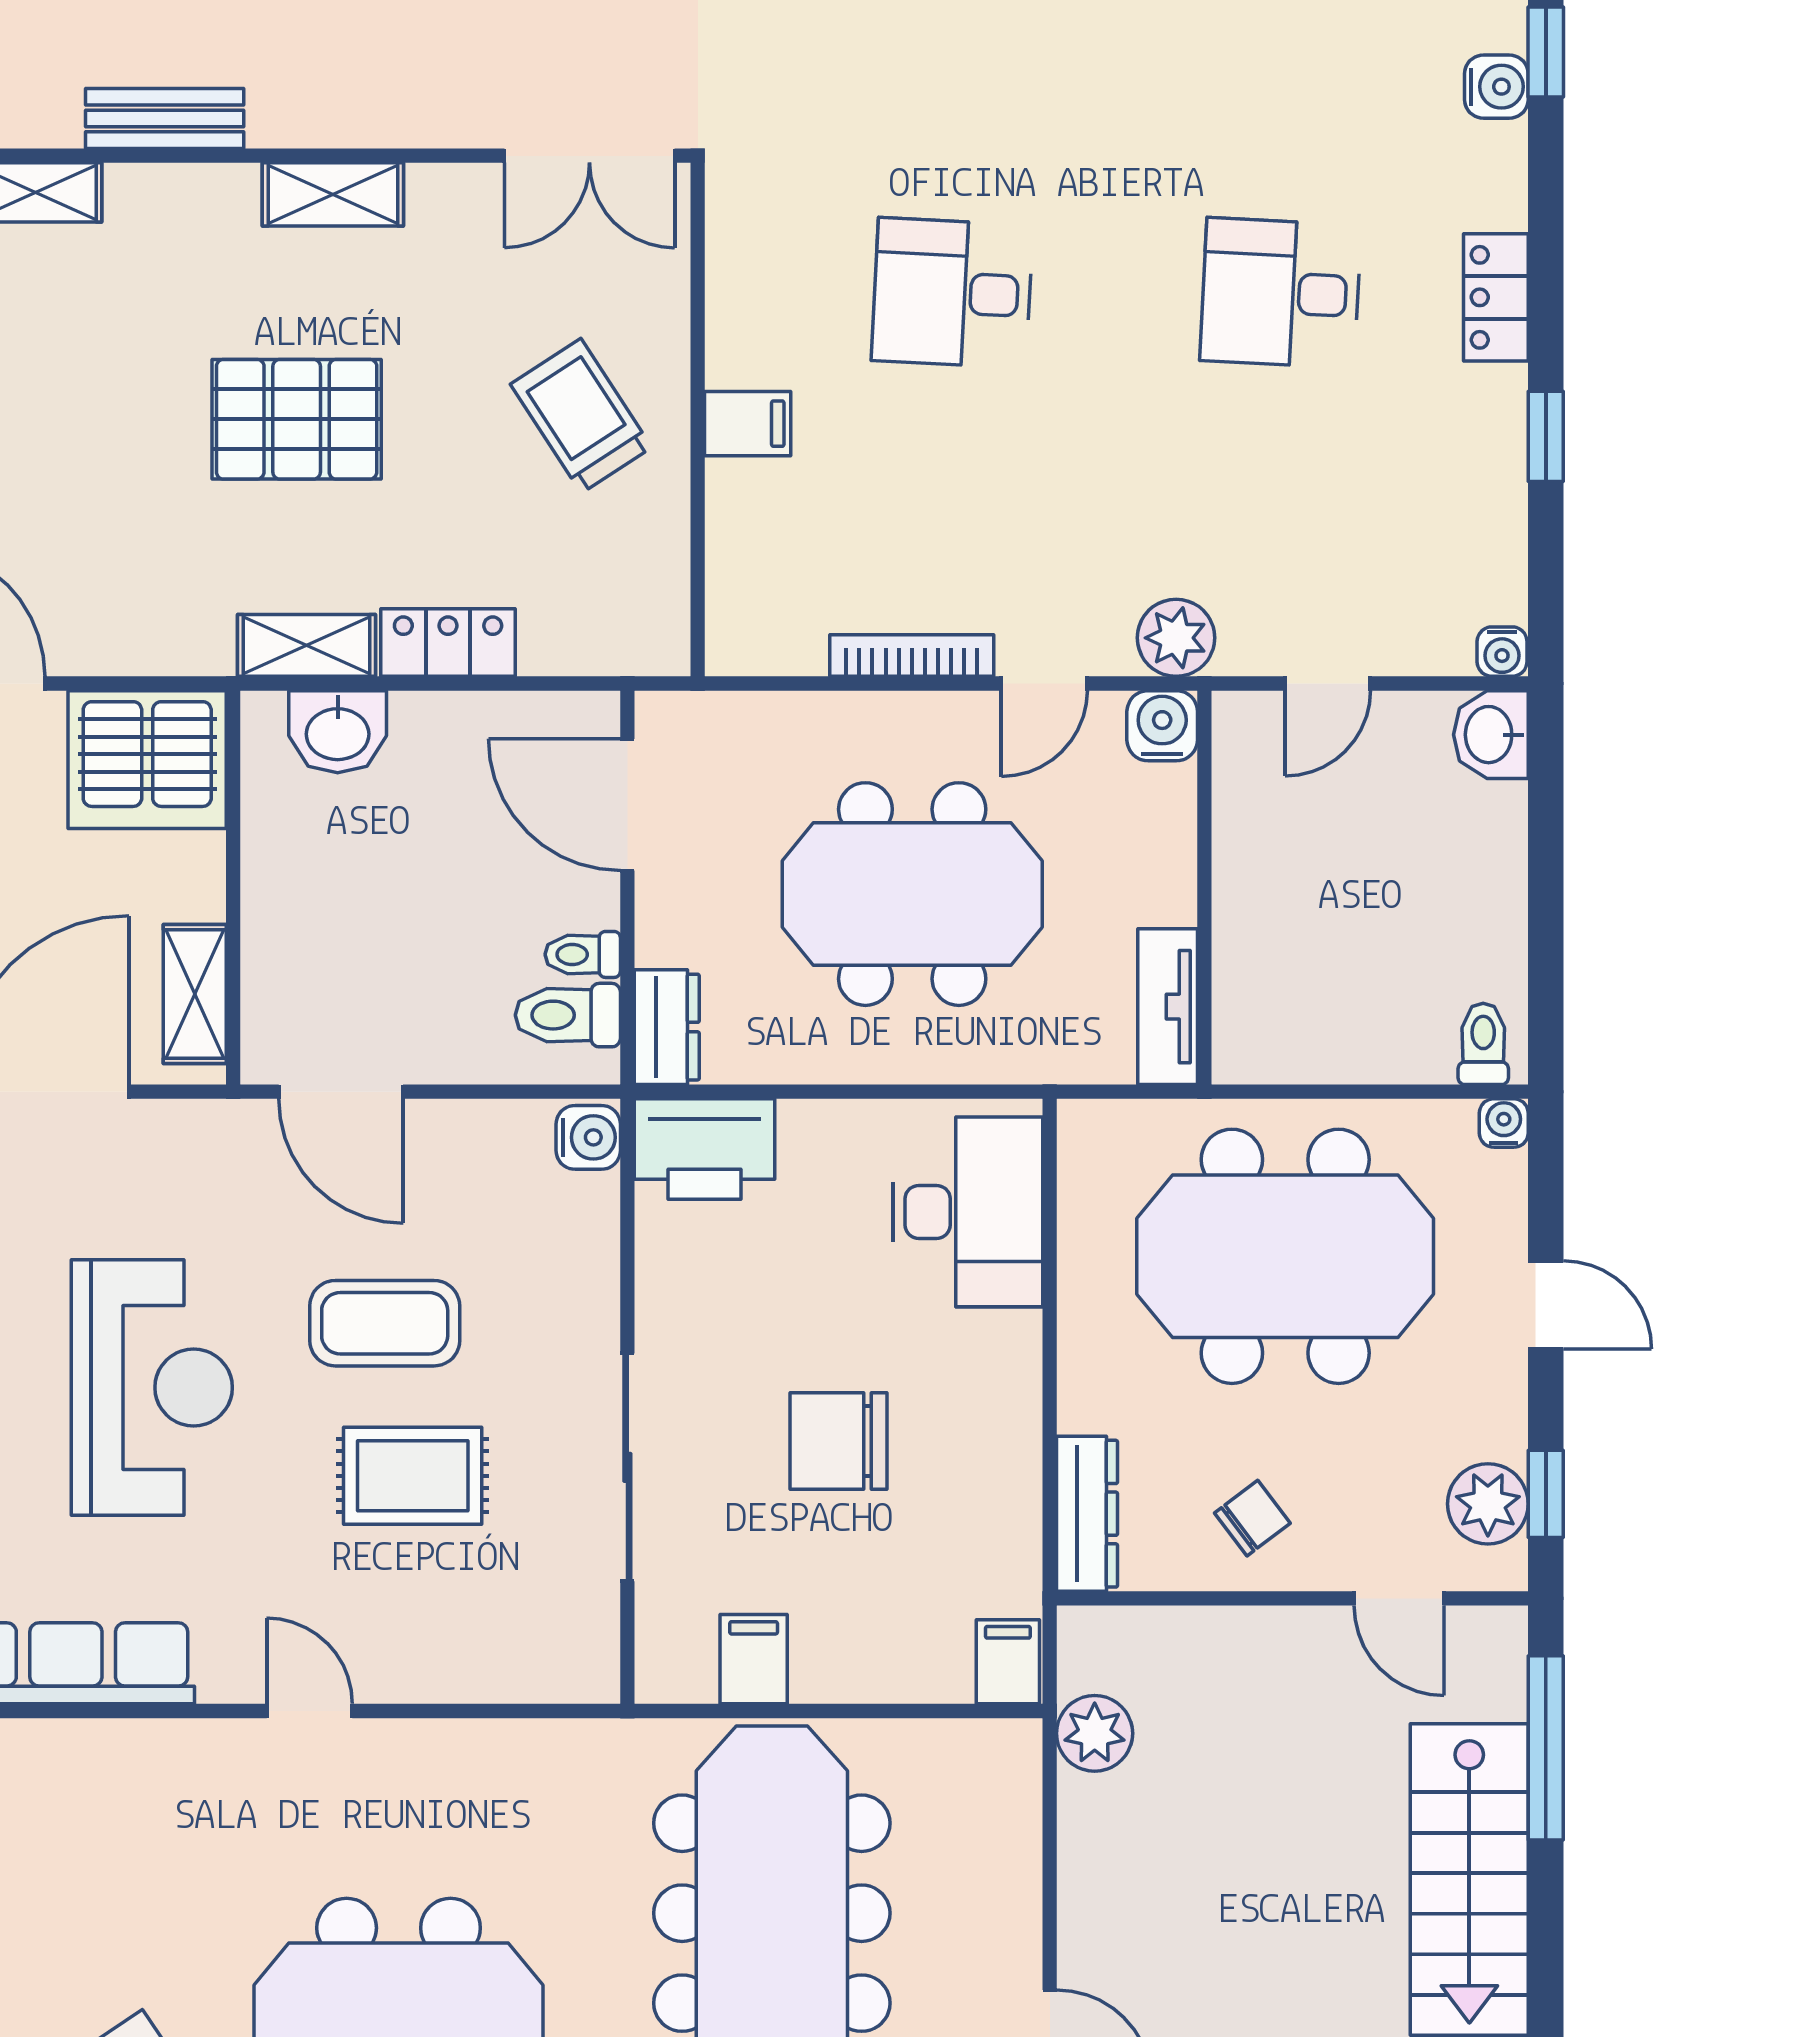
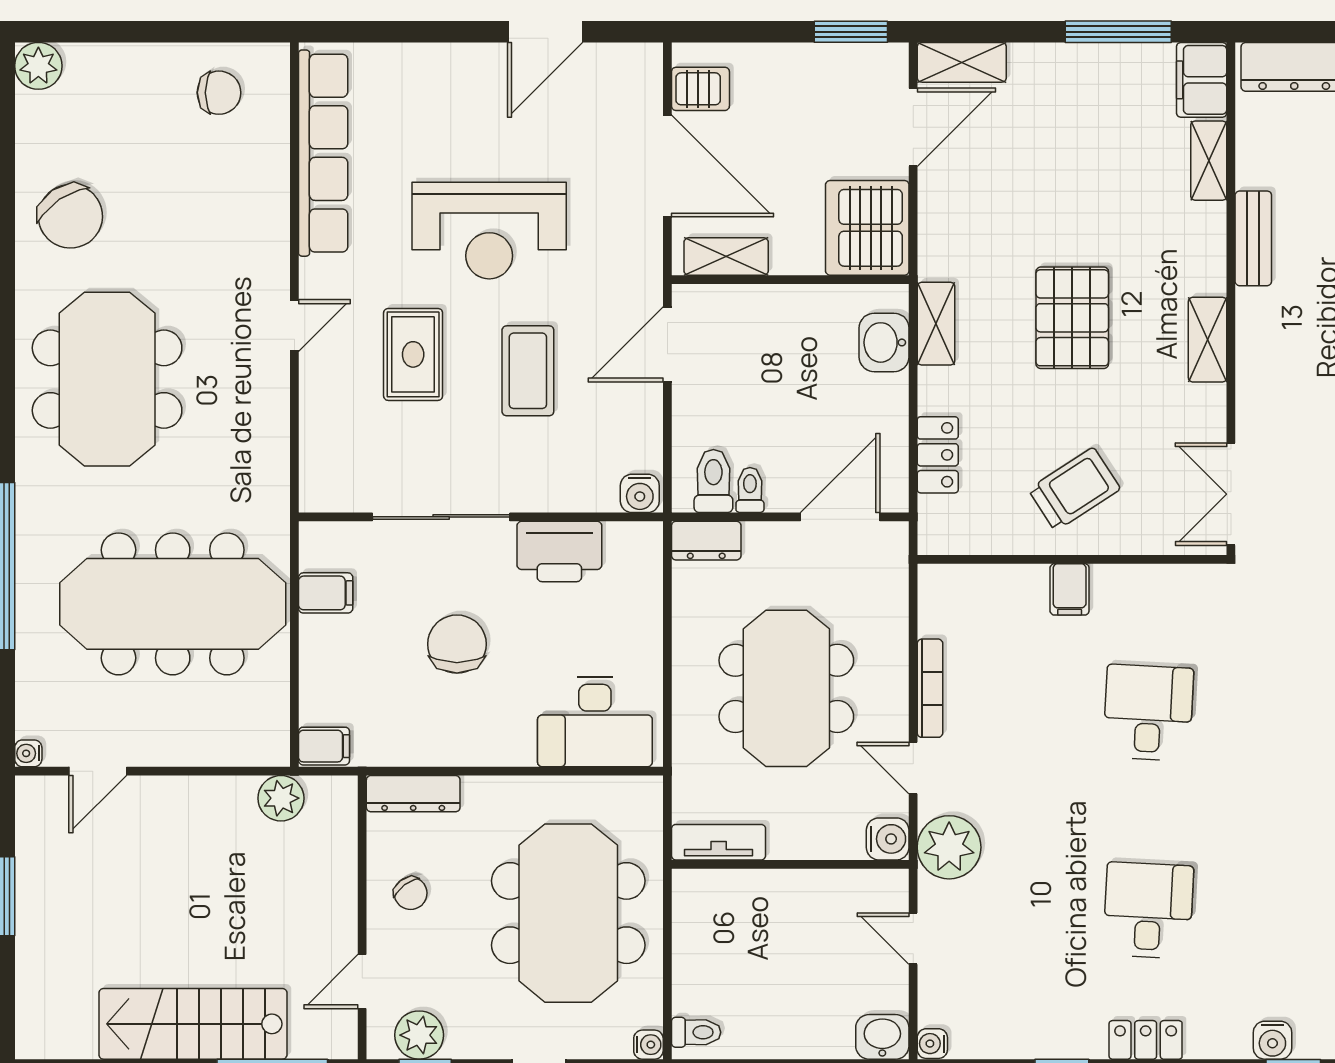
plant: (1176, 638) -> (949, 847), width x1.36, depth x1.36
locker: (448, 643) -> (938, 455), moved
printer: (704, 1149) -> (559, 551), moved, turned -90
rug: (413, 1476) -> (413, 354), moved

